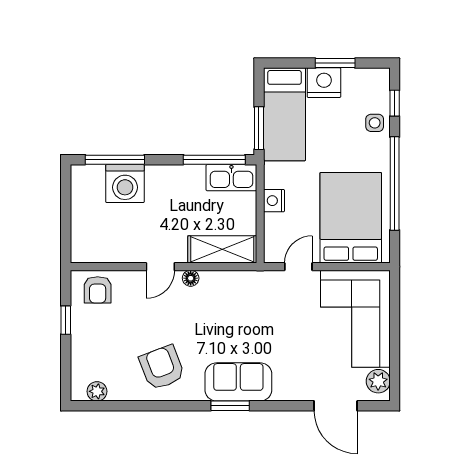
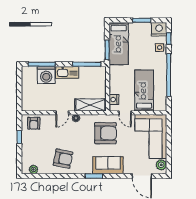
nightstand: (324, 83) -> (159, 29), moved
kitchen sink: (231, 178) -> (67, 72), moved
nightstand: (274, 201) -> (114, 100), moved
bed: (351, 218) -> (144, 91), width x0.67
door: (298, 267) -> (125, 113), swing flipped
armchair: (255, 311) -> (105, 133), added
armchair: (162, 368) -> (63, 159), turned 122
sofa: (238, 382) -> (108, 165), moved

